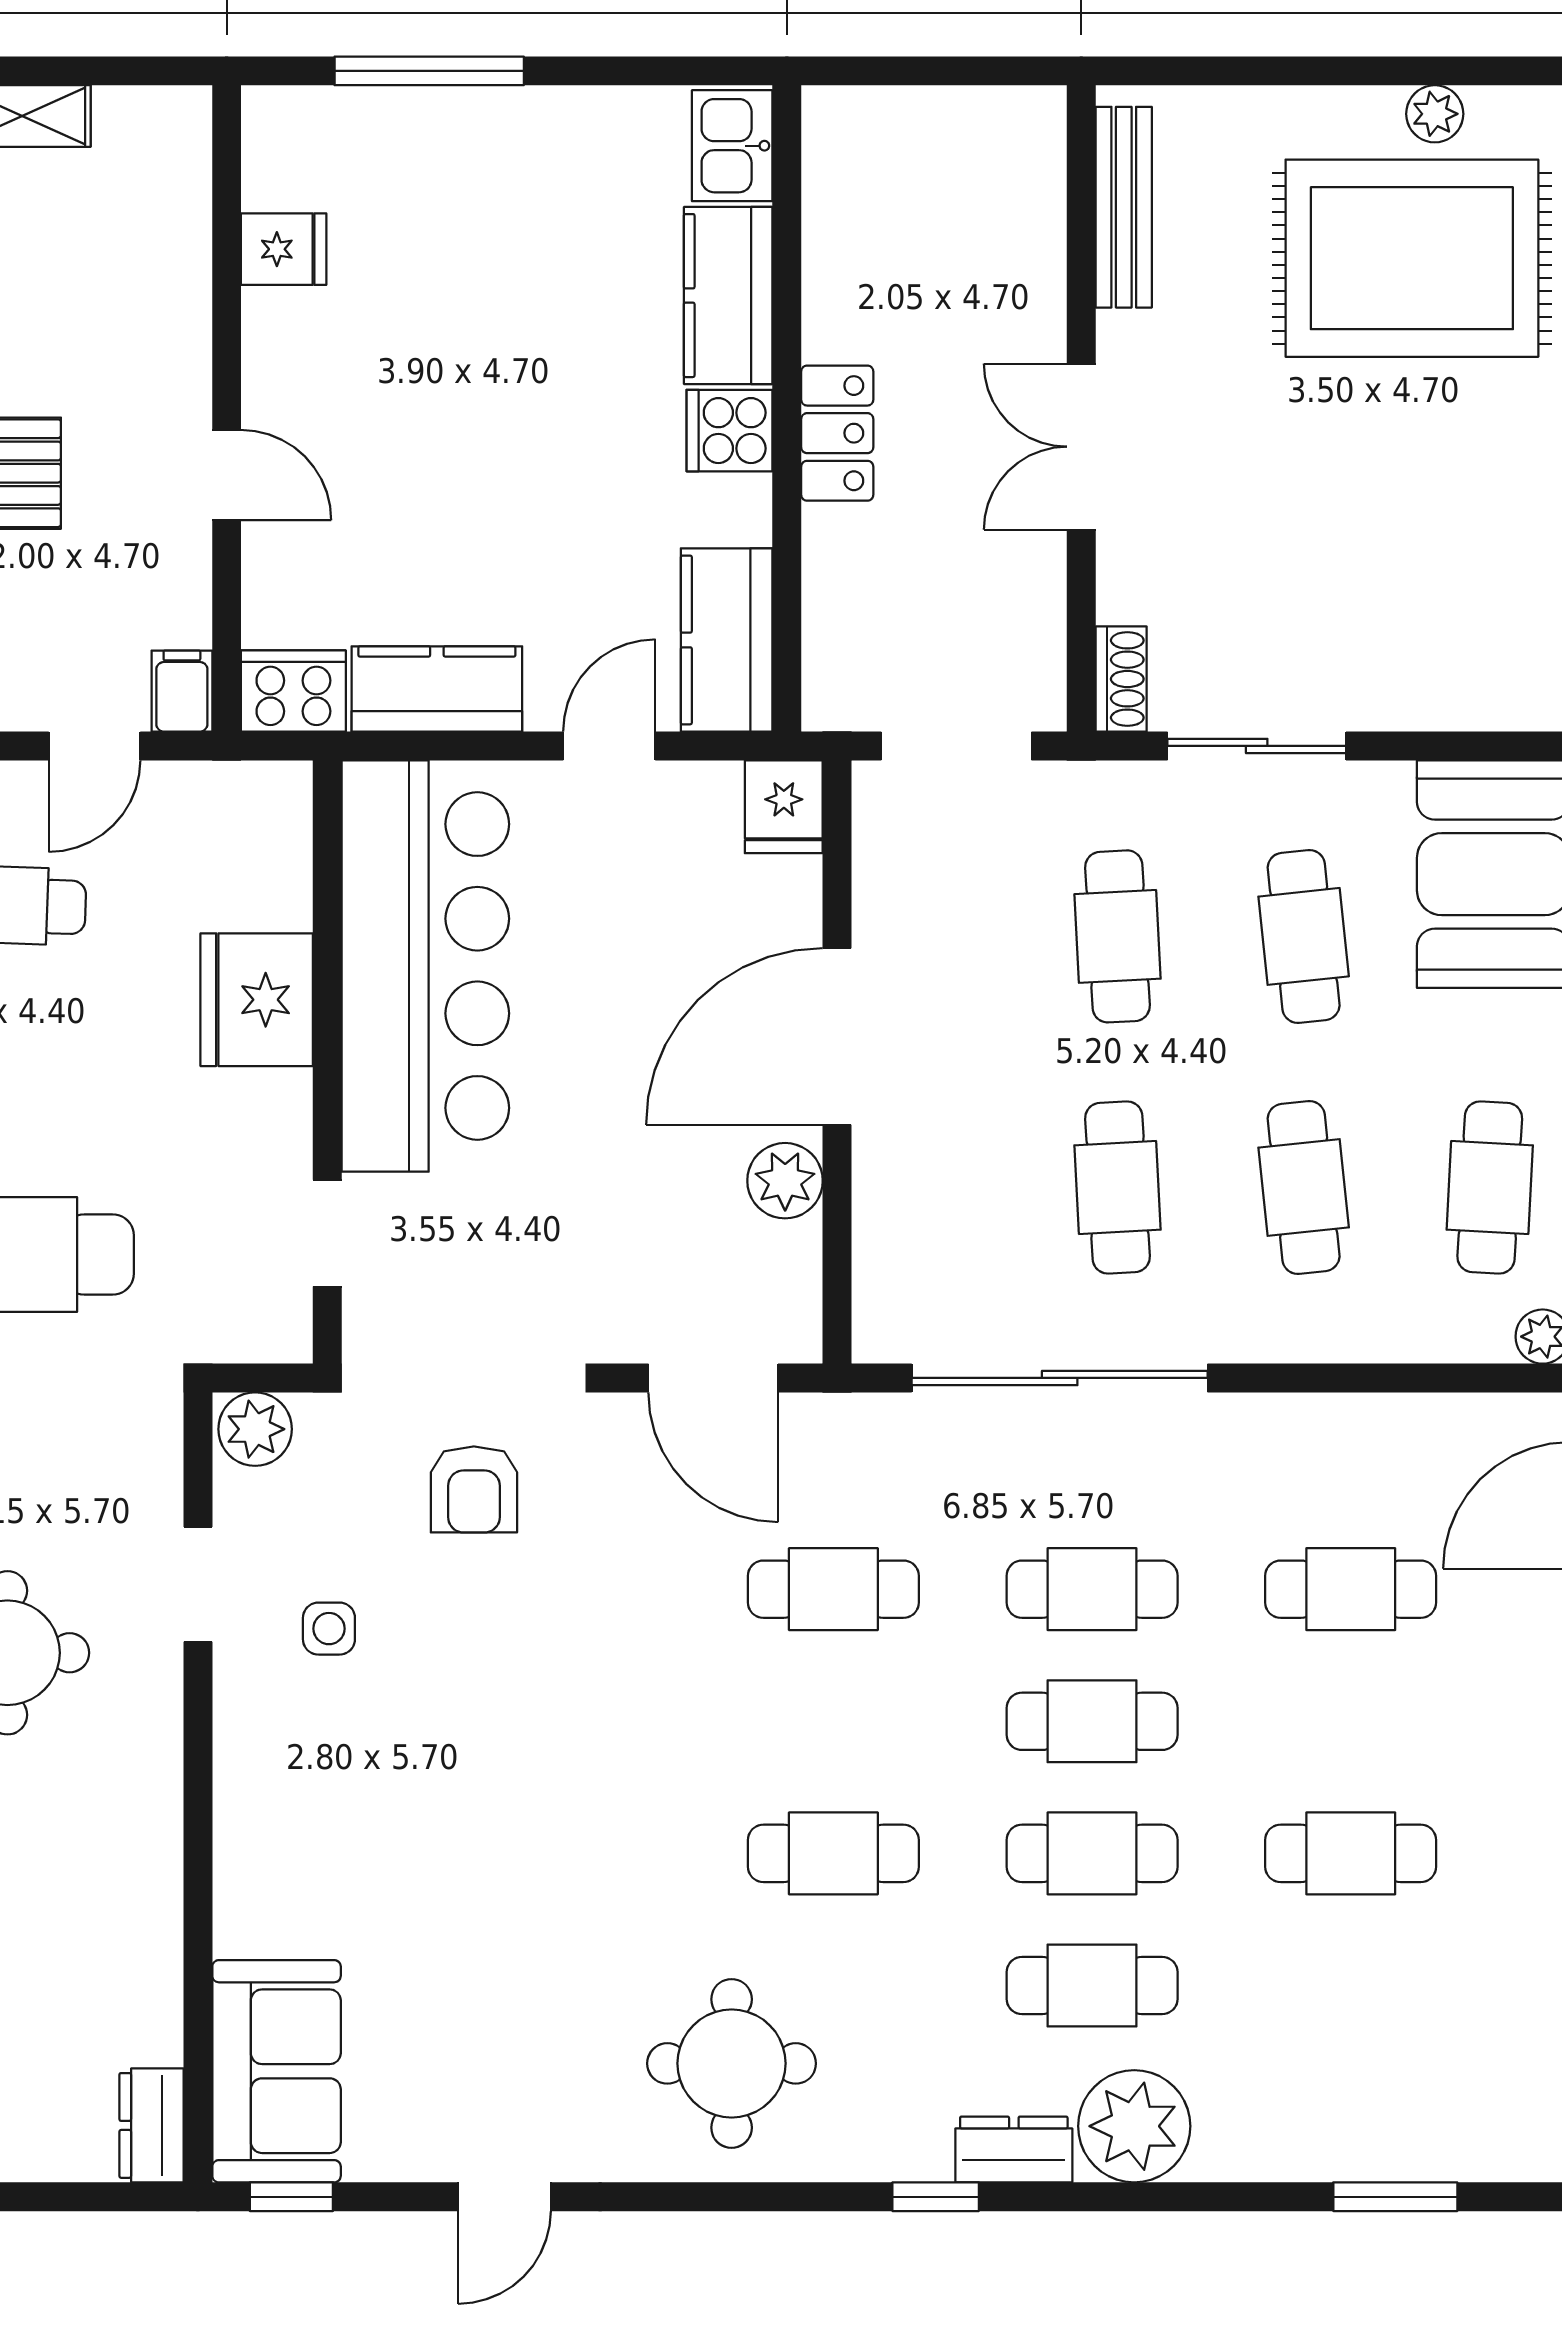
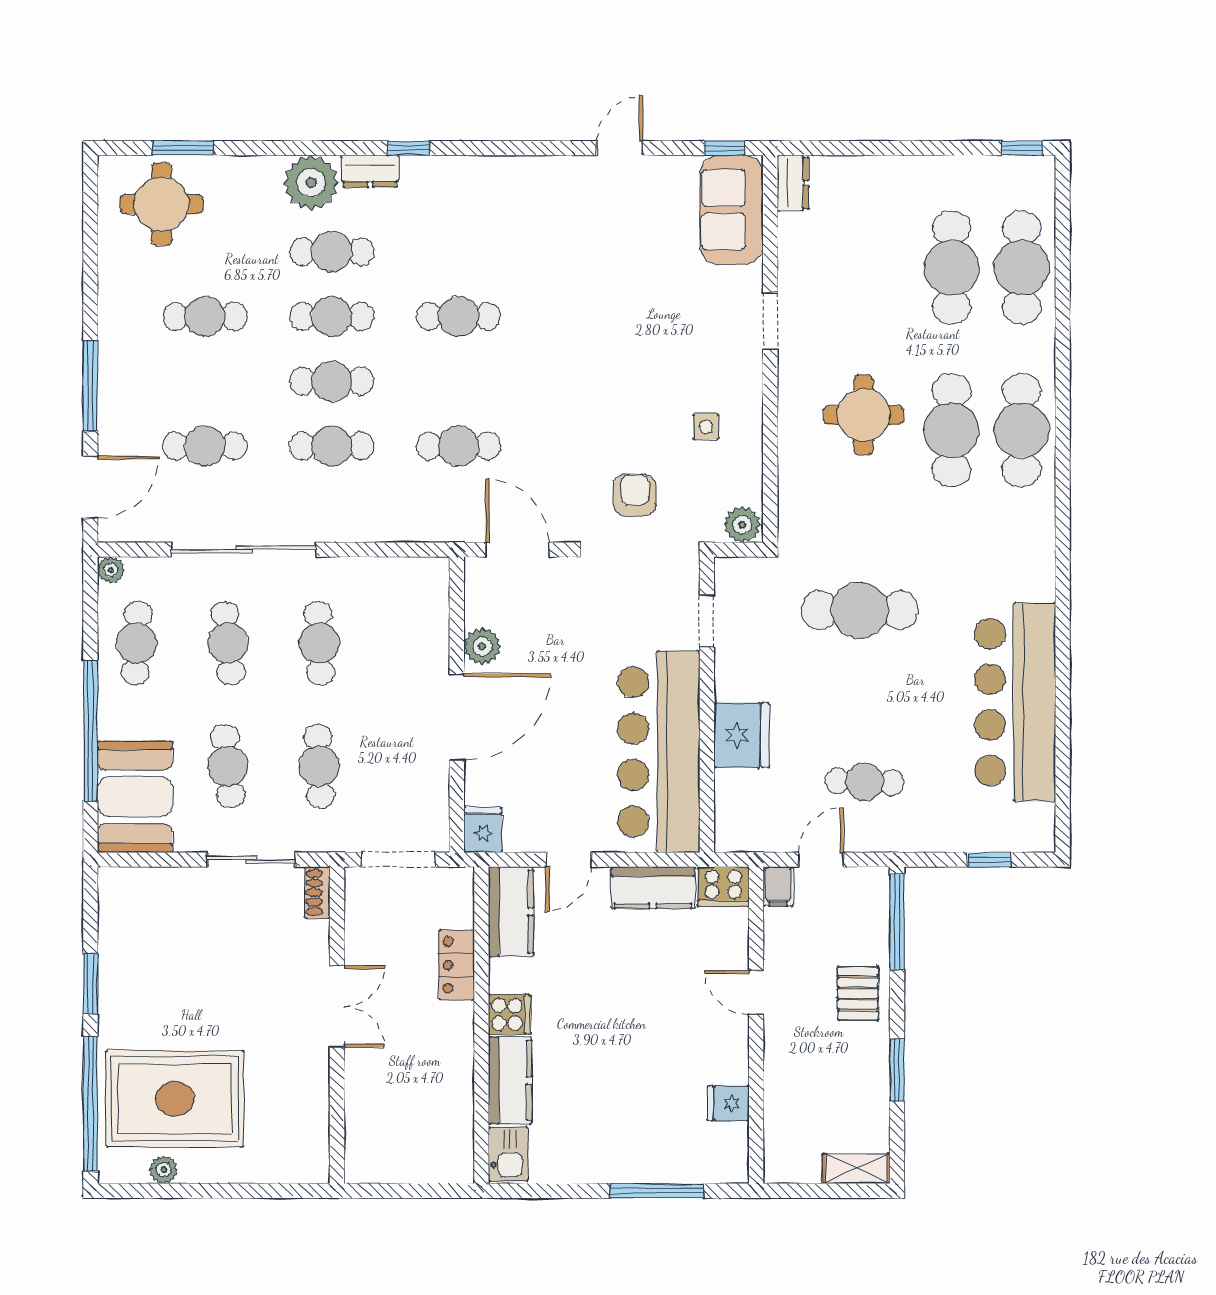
bench: (1124, 207) -> (316, 1124), removed
locker: (837, 433) -> (457, 965), moved
sliding door: (1060, 1378) -> (244, 550), moved
doorway: (198, 1584) -> (770, 321), moved
round table: (732, 2063) -> (161, 204), moved

